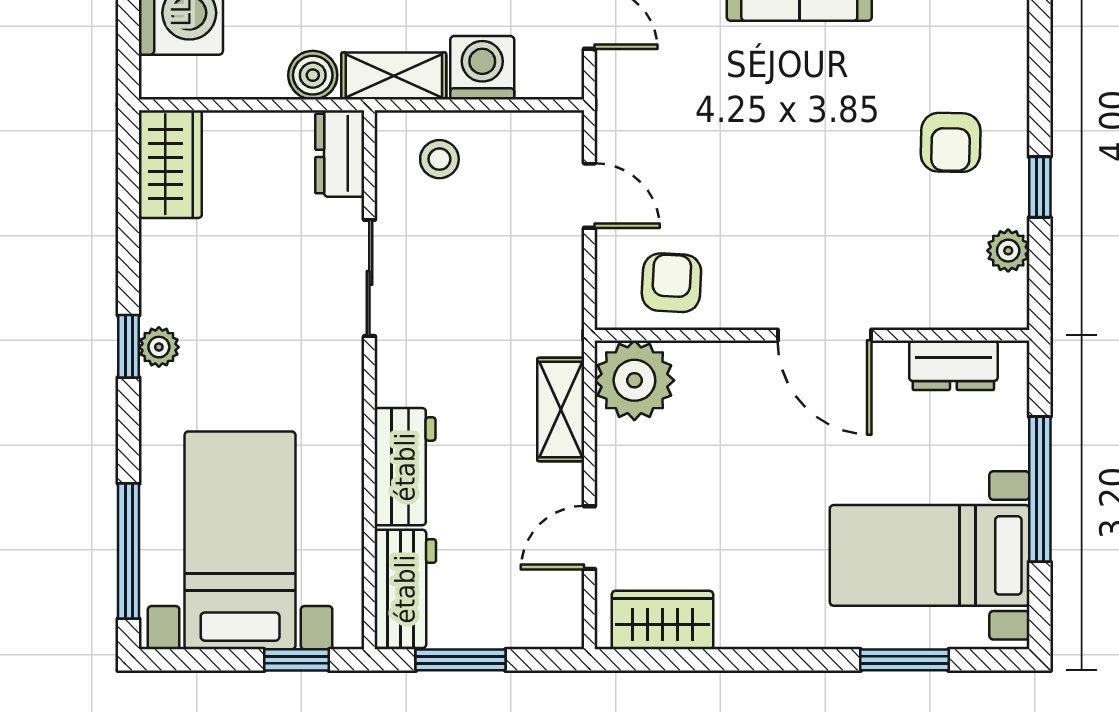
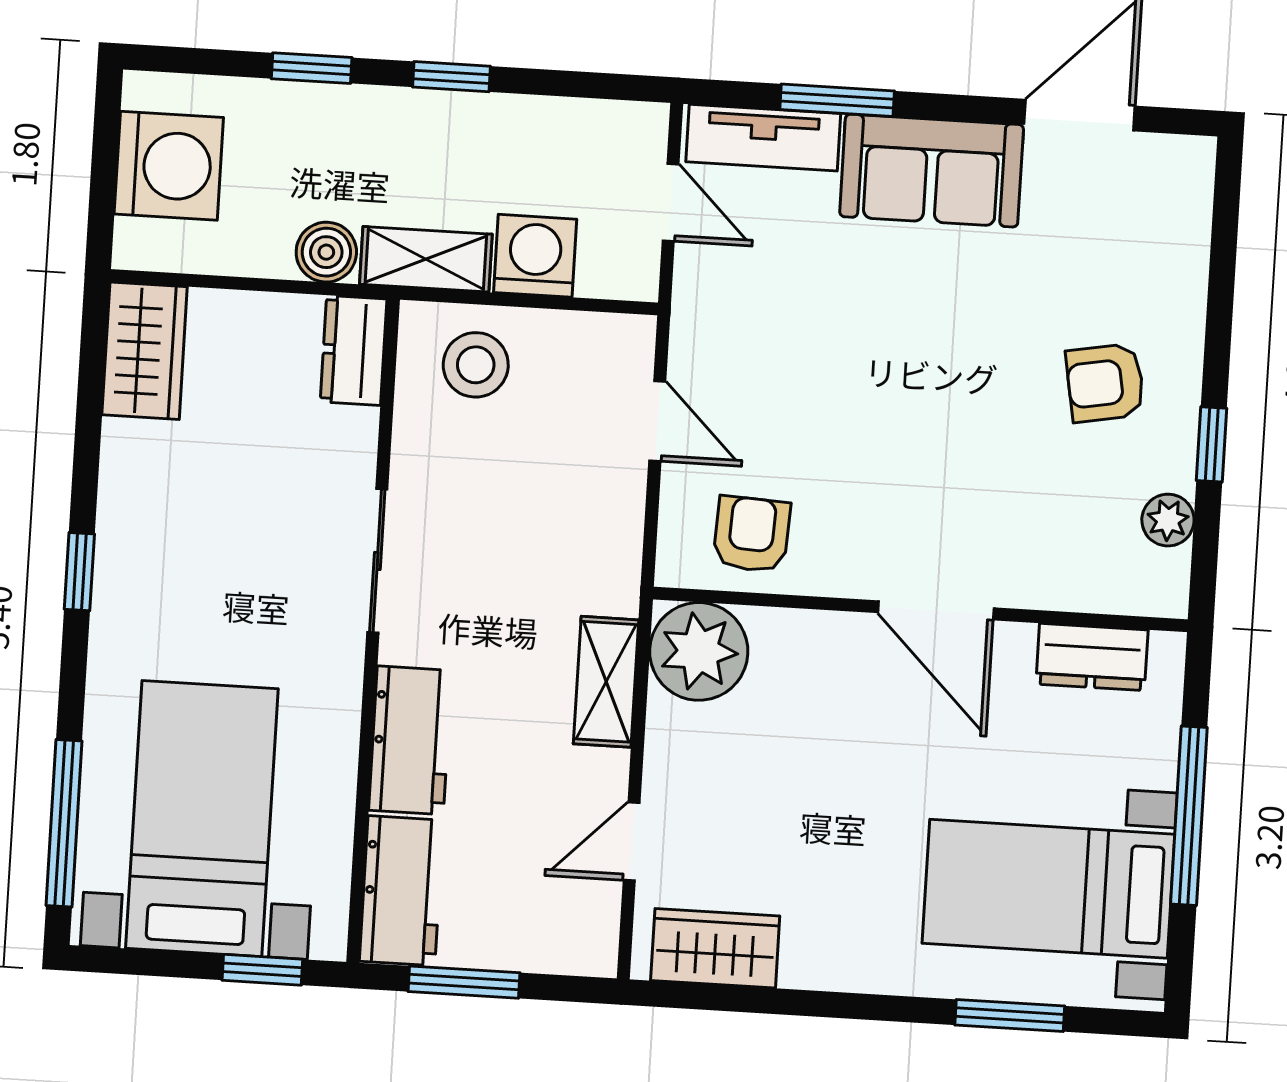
armchair: (951, 142) -> (1105, 383), turned 79
stool: (439, 159) -> (476, 365), width x1.37, depth x1.37
sliding door: (369, 278) -> (377, 561), moved
plant: (159, 347) -> (117, 575), removed

